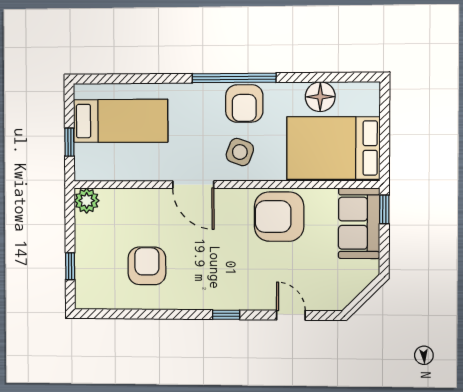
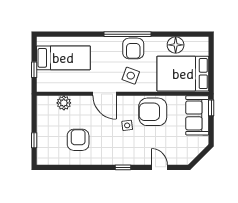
plant: (87, 201) -> (64, 103), moved
side table: (234, 241) -> (127, 125), added

